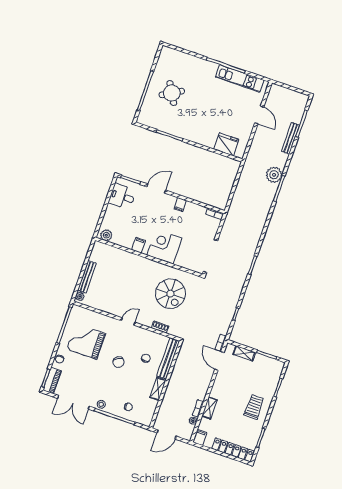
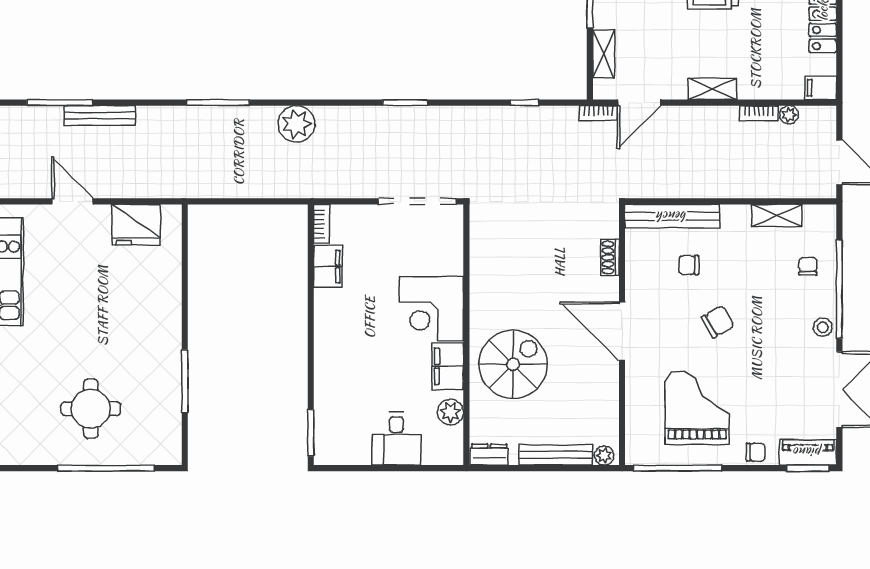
round table: (172, 93) -> (91, 409), turned 30
door: (259, 115) -> (73, 201), hinge flipped
fridge: (226, 144) -> (136, 225), moved, turned -90
plant: (274, 175) -> (296, 124), moved
door: (156, 189) -> (311, 370), removed
desk: (122, 196) -> (396, 439), moved
filing cabinet: (180, 205) -> (328, 266), moved, width x2.00
plant: (106, 235) -> (450, 412), moved
filing cabinet: (139, 245) -> (448, 366), width x2.00
dresser: (96, 250) -> (489, 455), added
spiral stairs: (170, 294) -> (513, 364), moved
door: (128, 322) -> (622, 331), width x1.88
grand piano: (86, 341) -> (697, 408), turned 180
shelving: (158, 389) -> (777, 216), moved
shelving: (209, 408) -> (712, 89), moved

